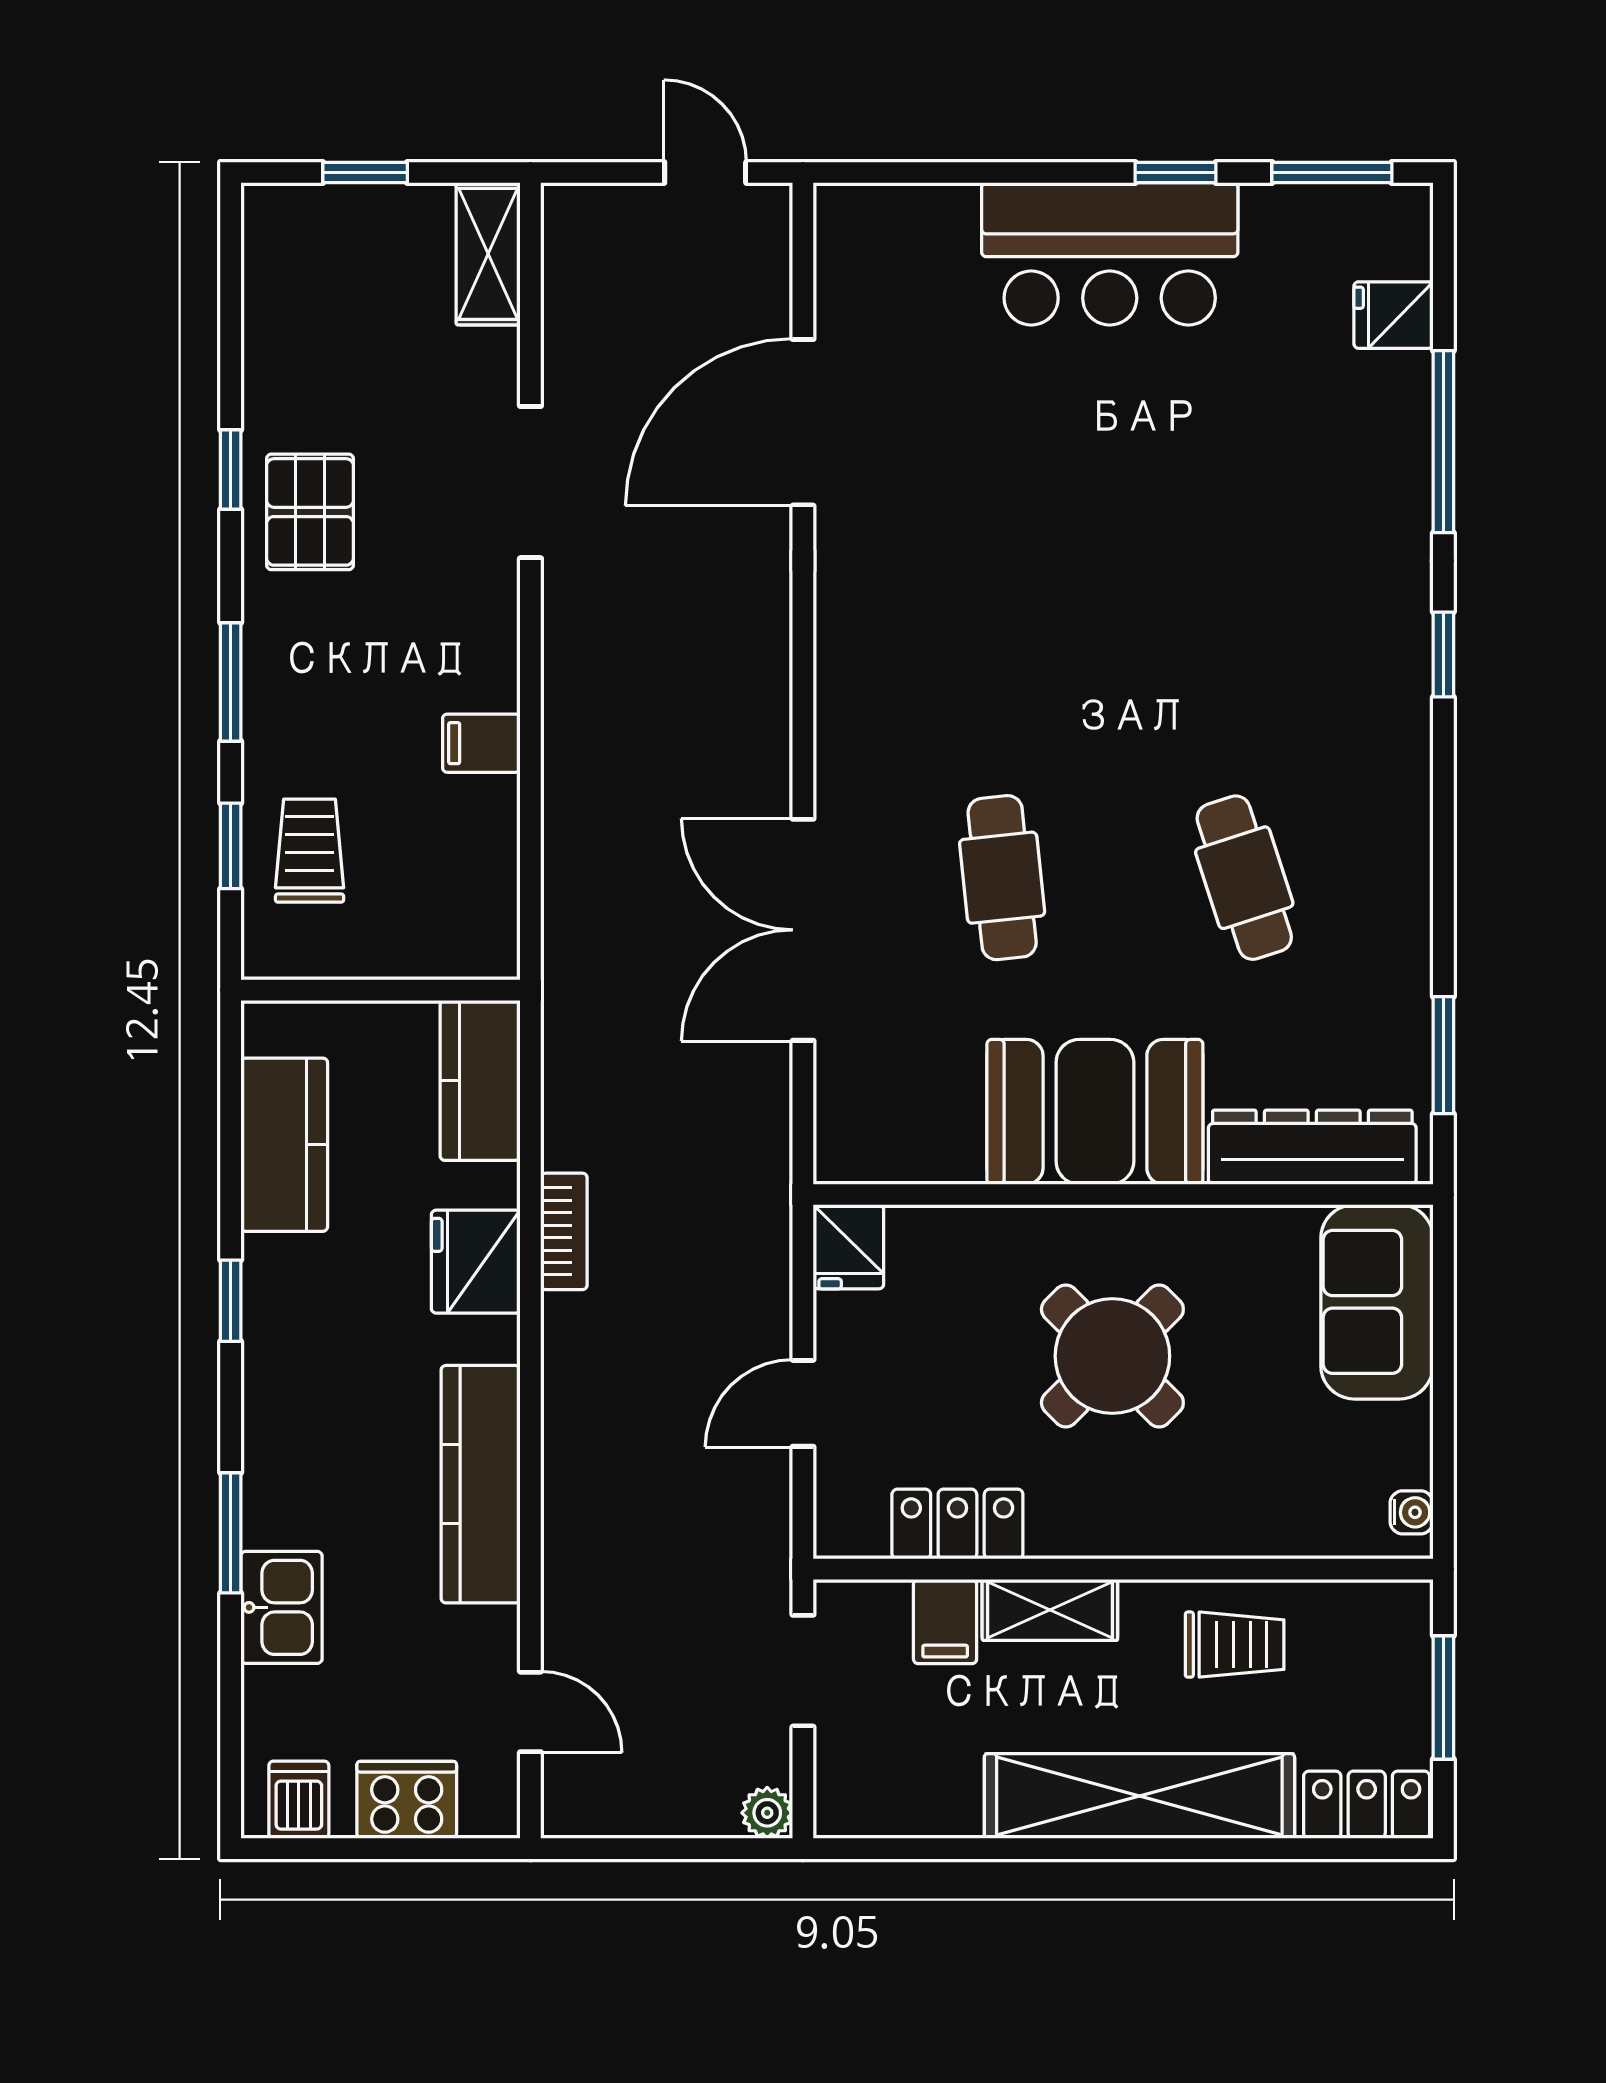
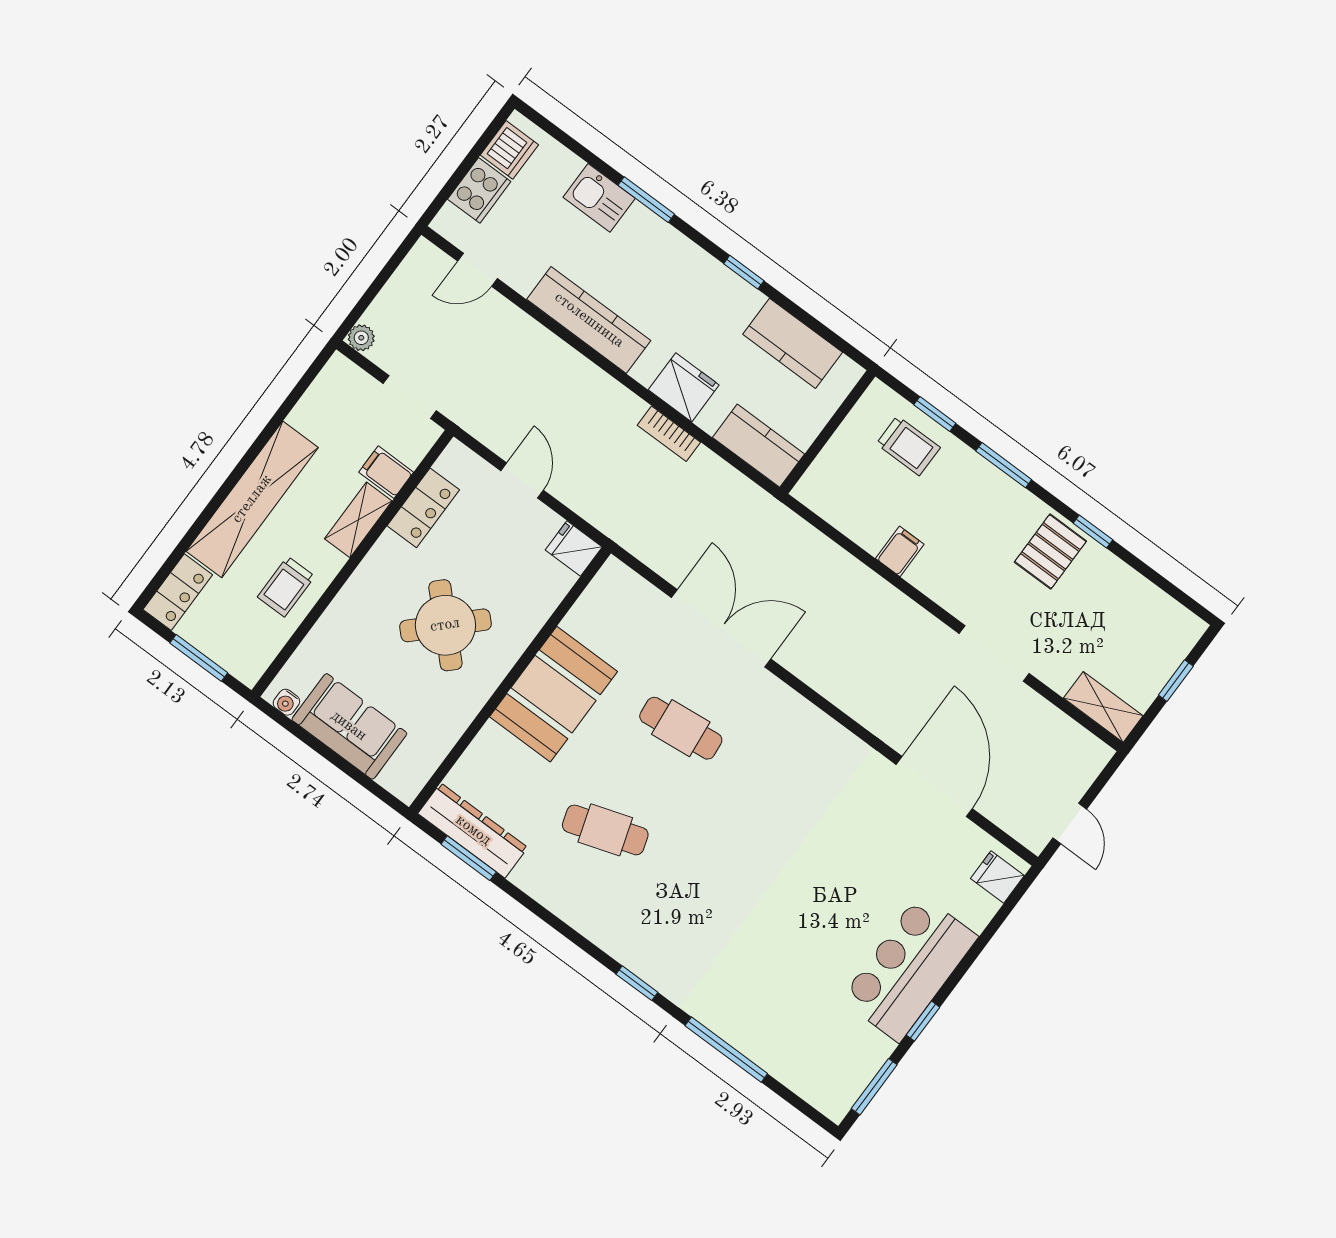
door: (705, 173) -> (1070, 823), hinge flipped
fridge: (1393, 315) -> (997, 877), moved, turned -90
pallet: (310, 512) -> (1050, 552), turned 90
dresser: (1312, 1147) -> (473, 830), moved, turned -90
sofa: (1377, 1302) -> (349, 726), moved
dishwasher: (299, 1800) -> (509, 150), width x1.38

